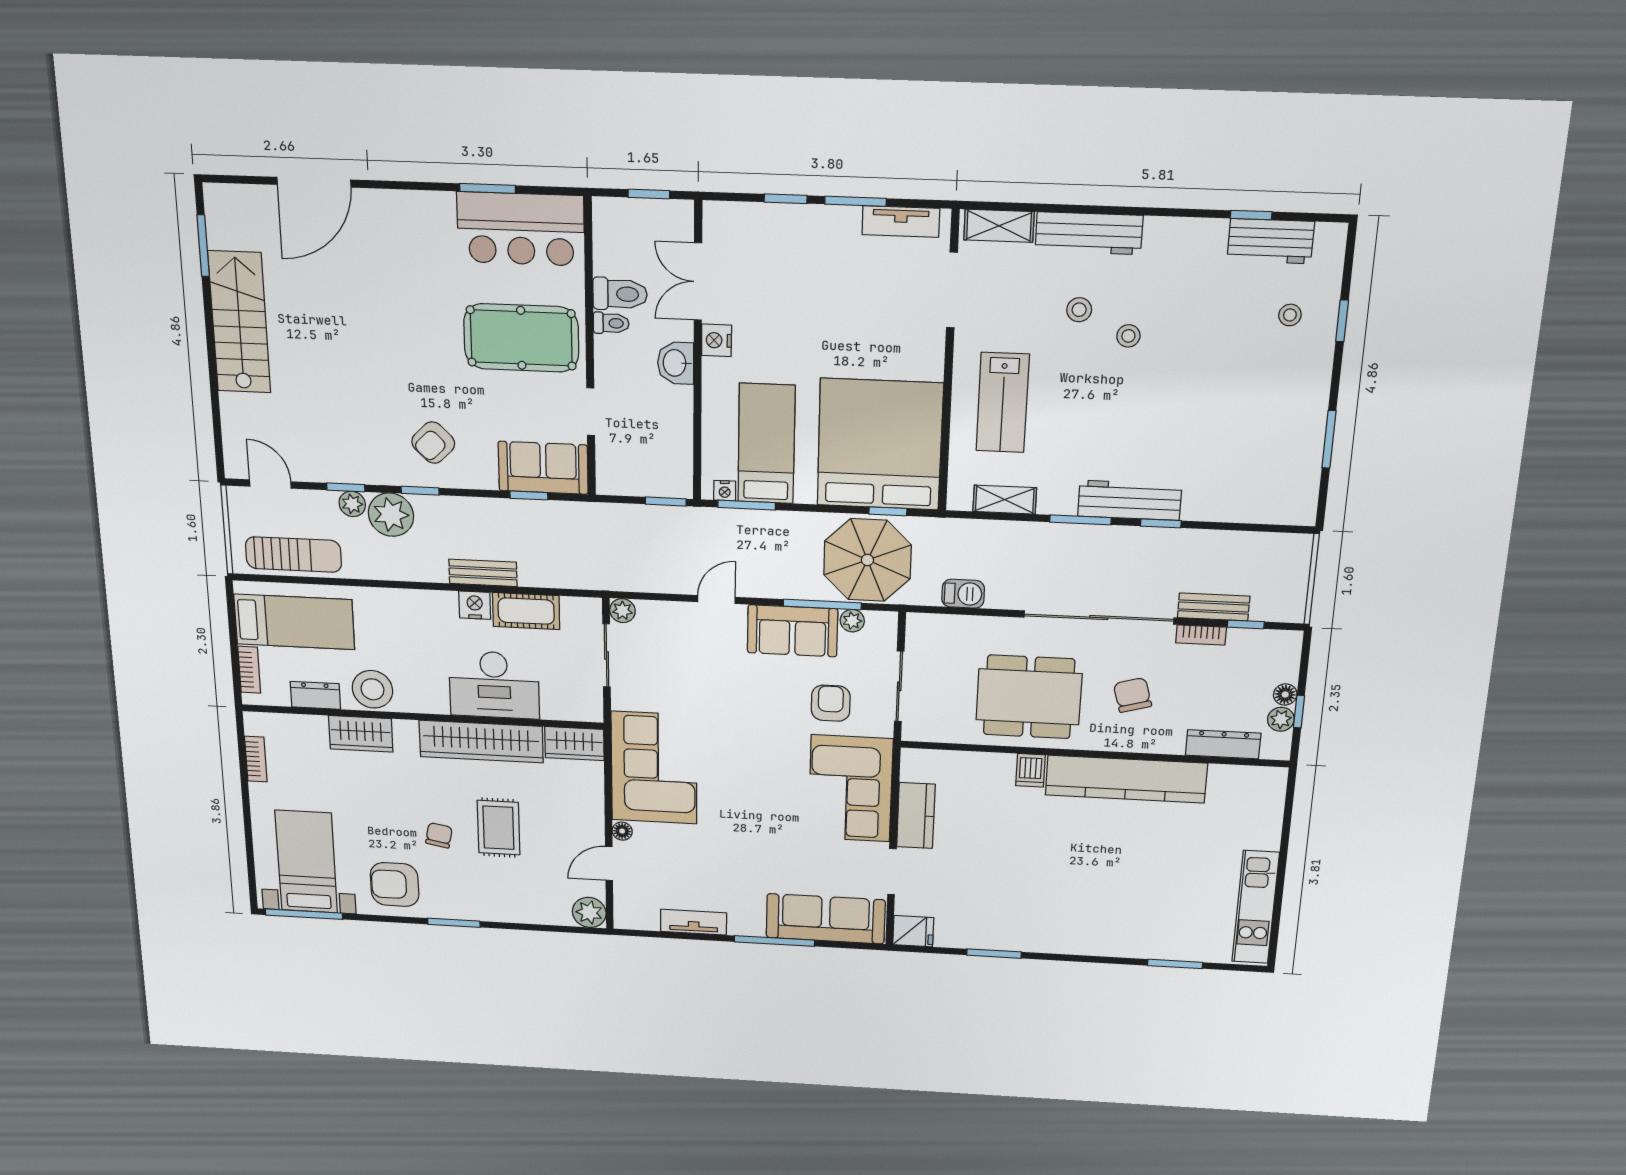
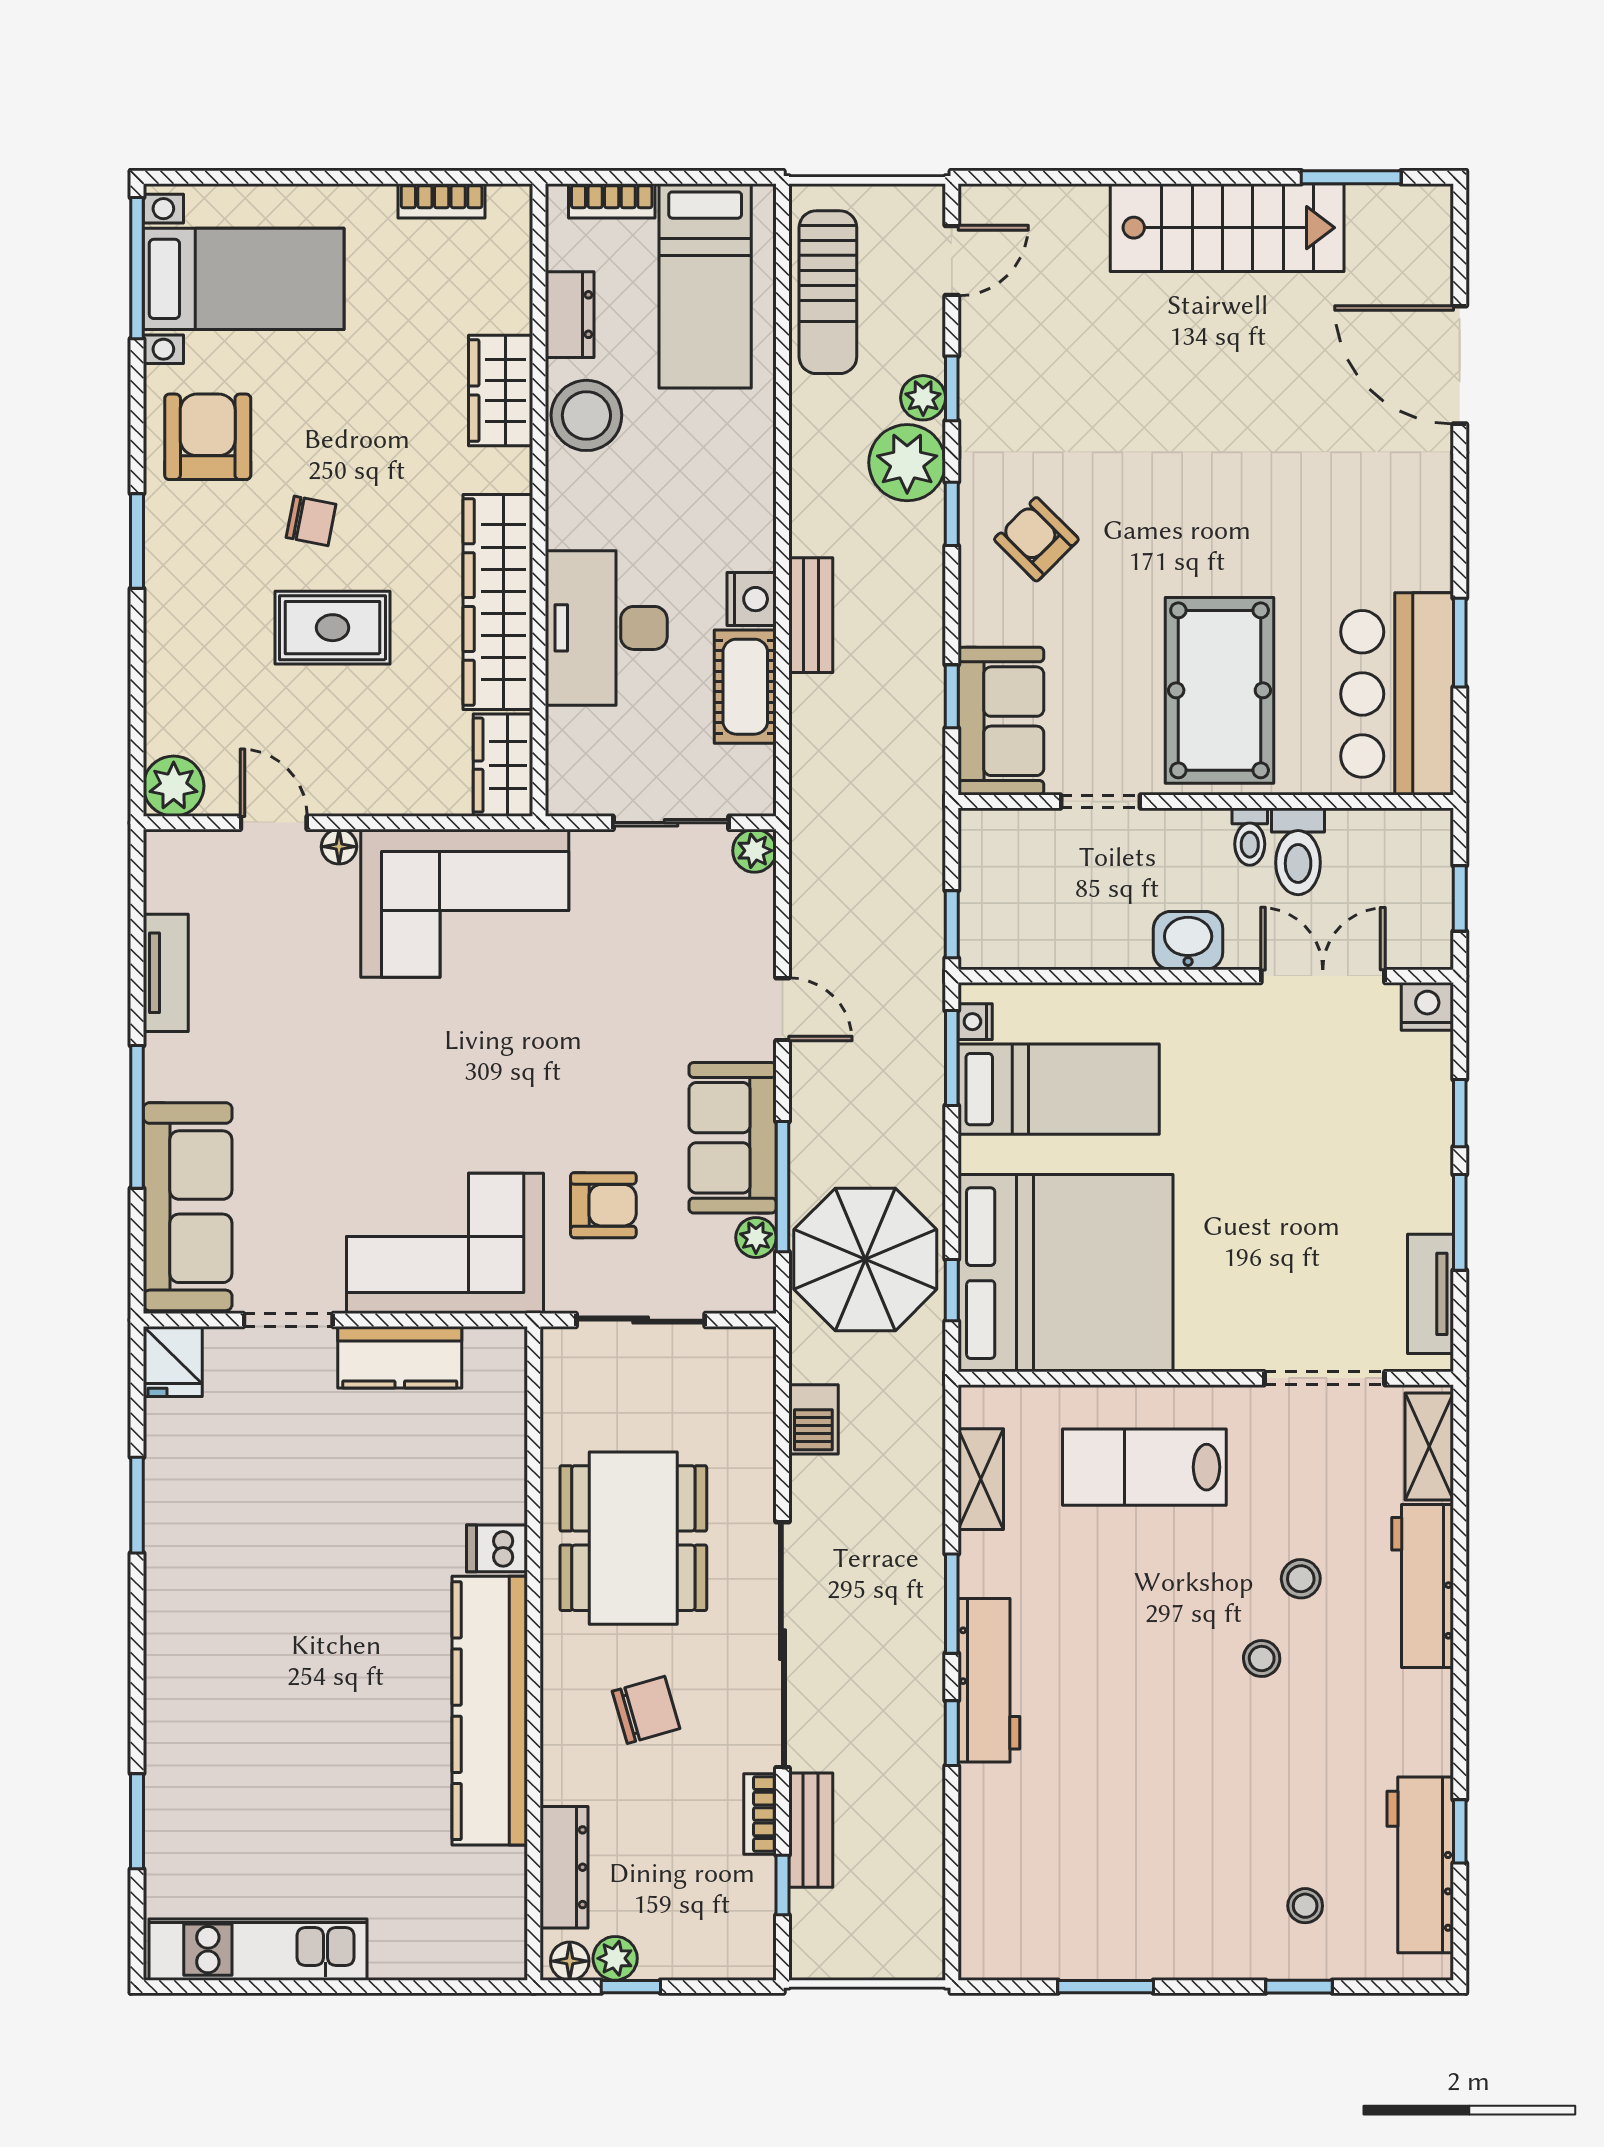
workbench: (1271, 241) -> (1420, 1865), width x1.38
nightstand: (716, 340) -> (1427, 1006), moved
floor lamp: (1285, 694) -> (570, 1961), moved

